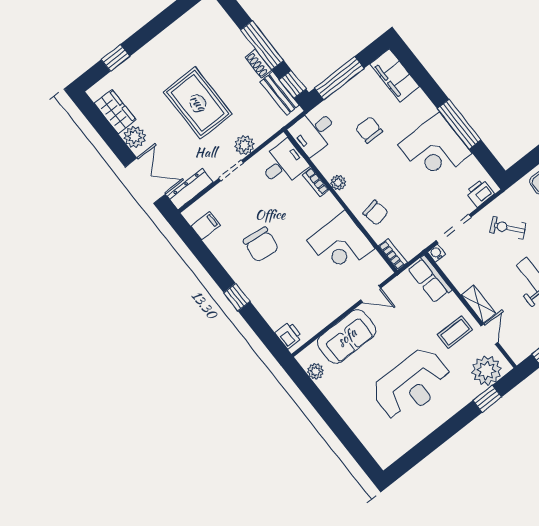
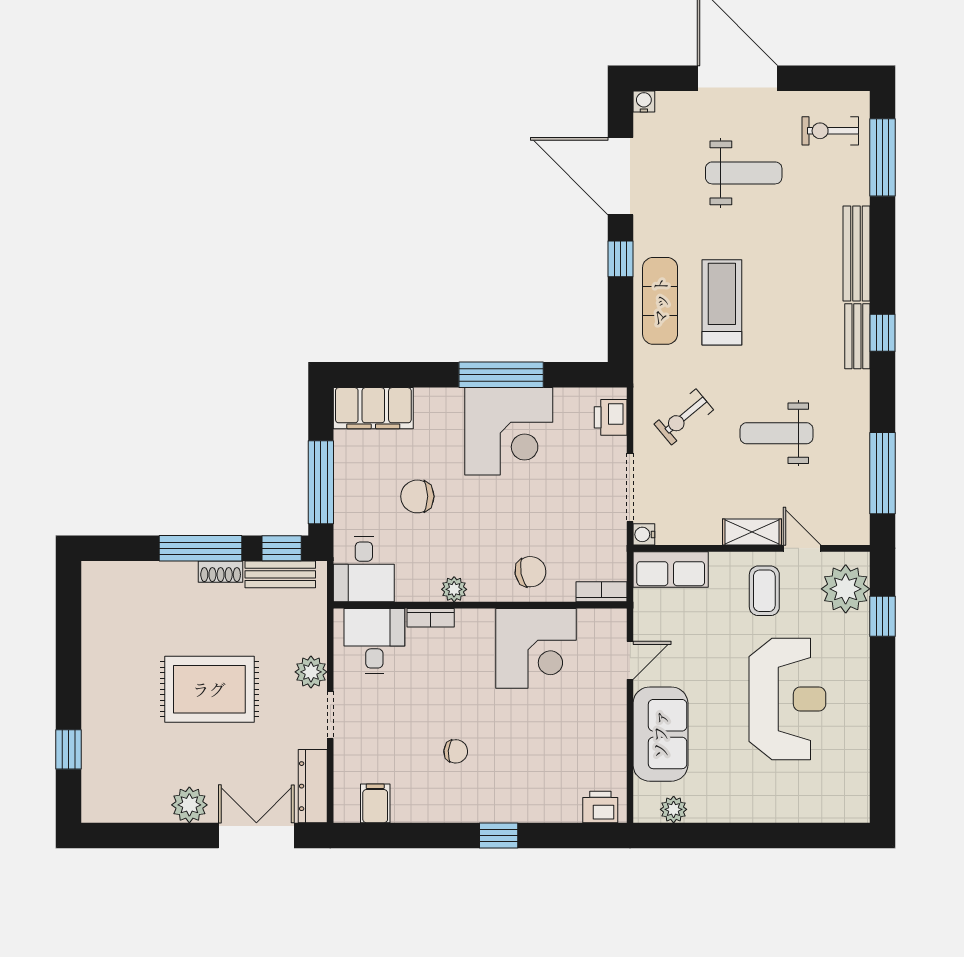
wardrobe: (115, 111) -> (137, 804), removed
chair: (261, 245) -> (456, 751), width x0.54, depth x0.54

